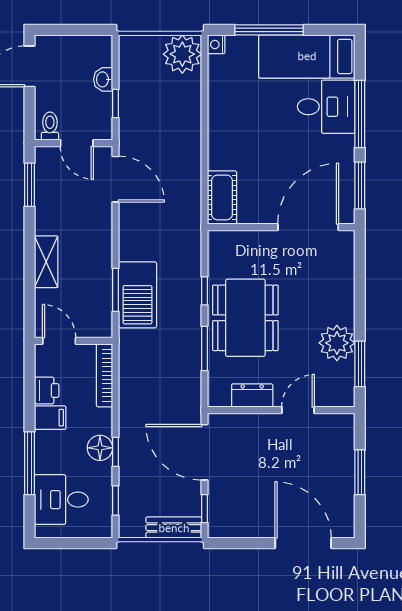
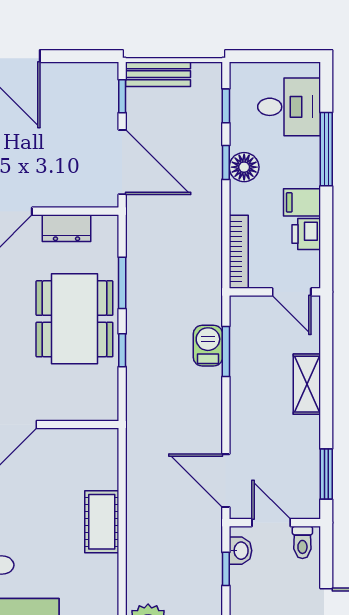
washbasin: (103, 79) -> (240, 551), moved
cot: (222, 197) -> (102, 522), moved
barbecue: (138, 295) -> (208, 346), width x0.53, depth x0.65

